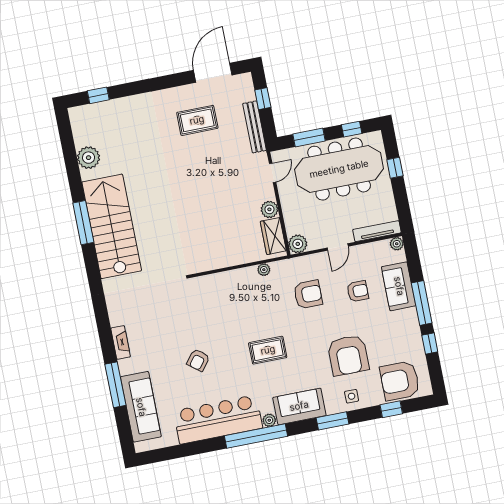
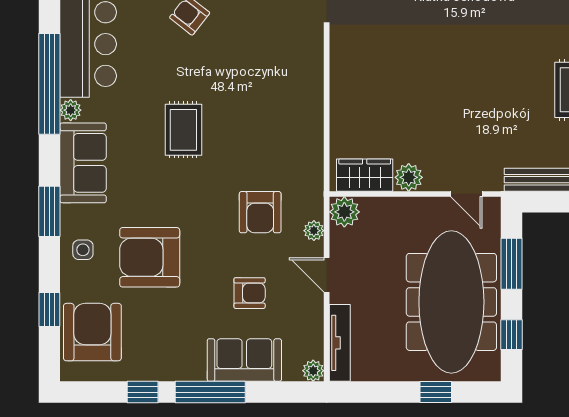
plant: (264, 270) -> (314, 231), moved
armchair: (358, 291) -> (250, 293), turned -90

